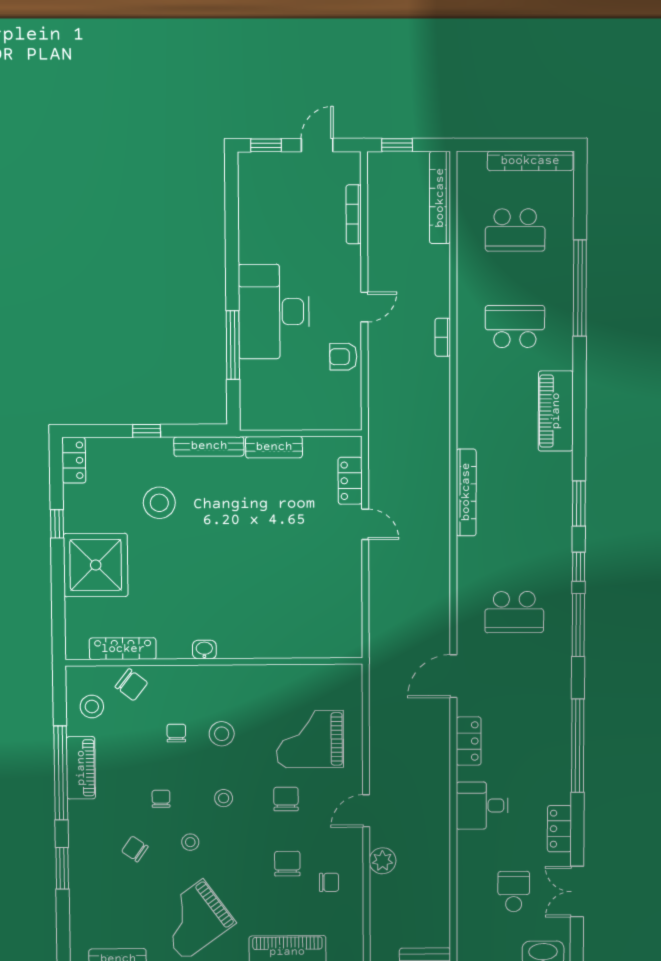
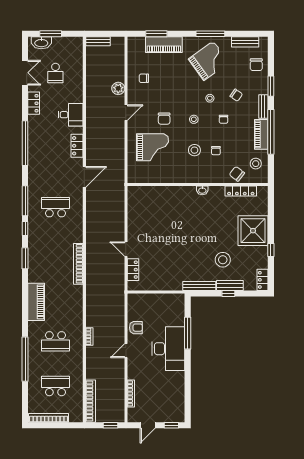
bench: (274, 447) -> (230, 286), moved
bench: (77, 826) -> (263, 107), added
chair: (287, 864) -> (256, 65), moved

